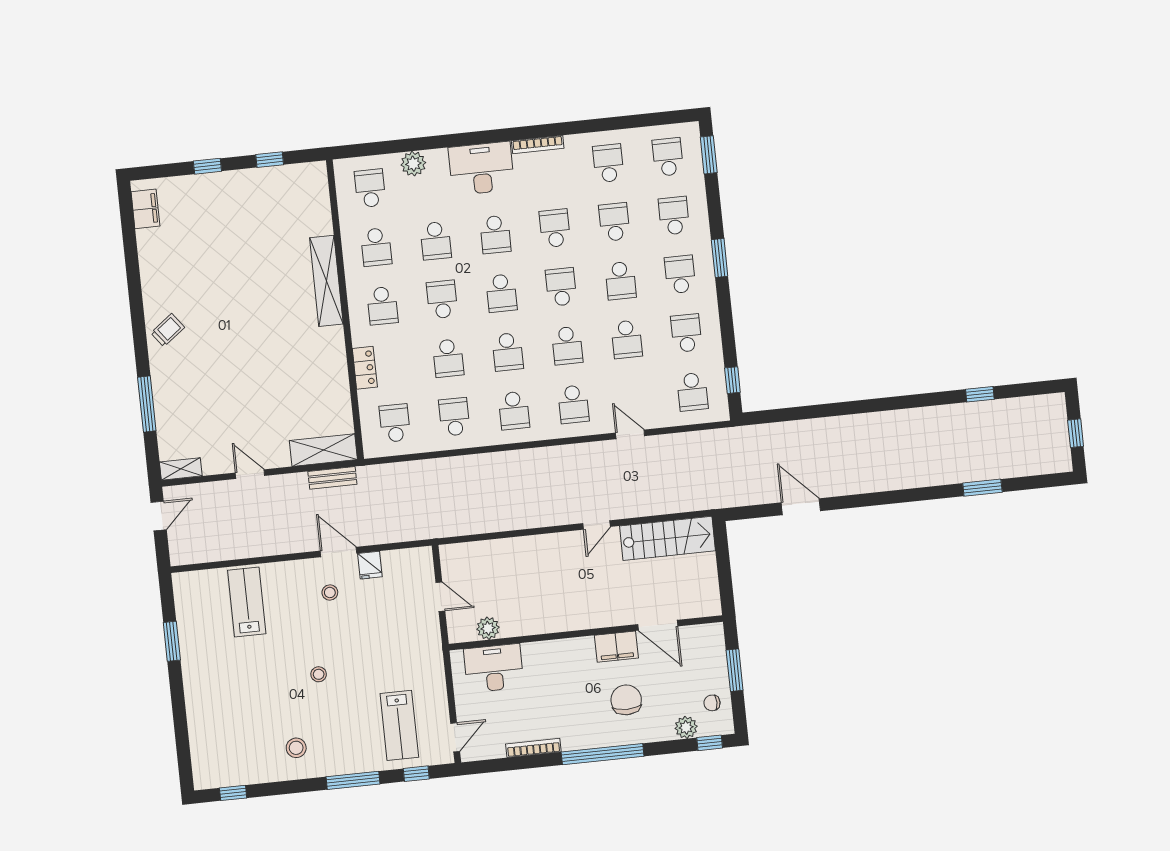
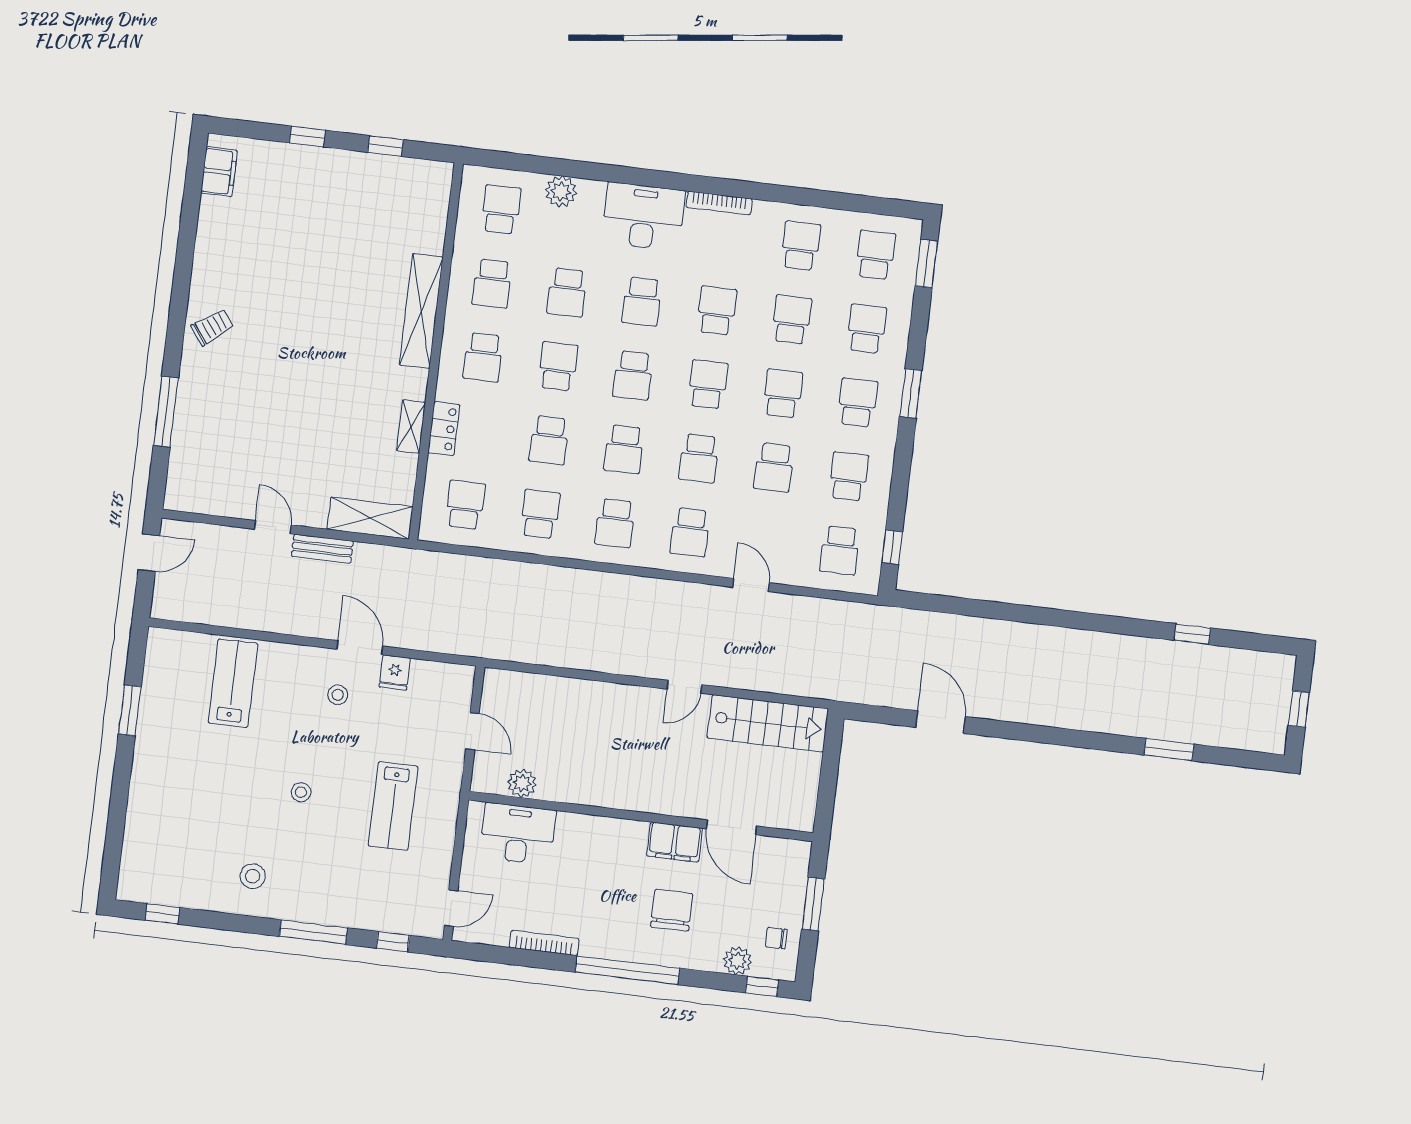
school desk: (621, 281) -> (783, 393), turned 180
shelving: (181, 469) -> (411, 427), moved, turned 90
bench: (332, 478) -> (322, 549), moved
lab bench: (399, 725) -> (393, 806), moved

